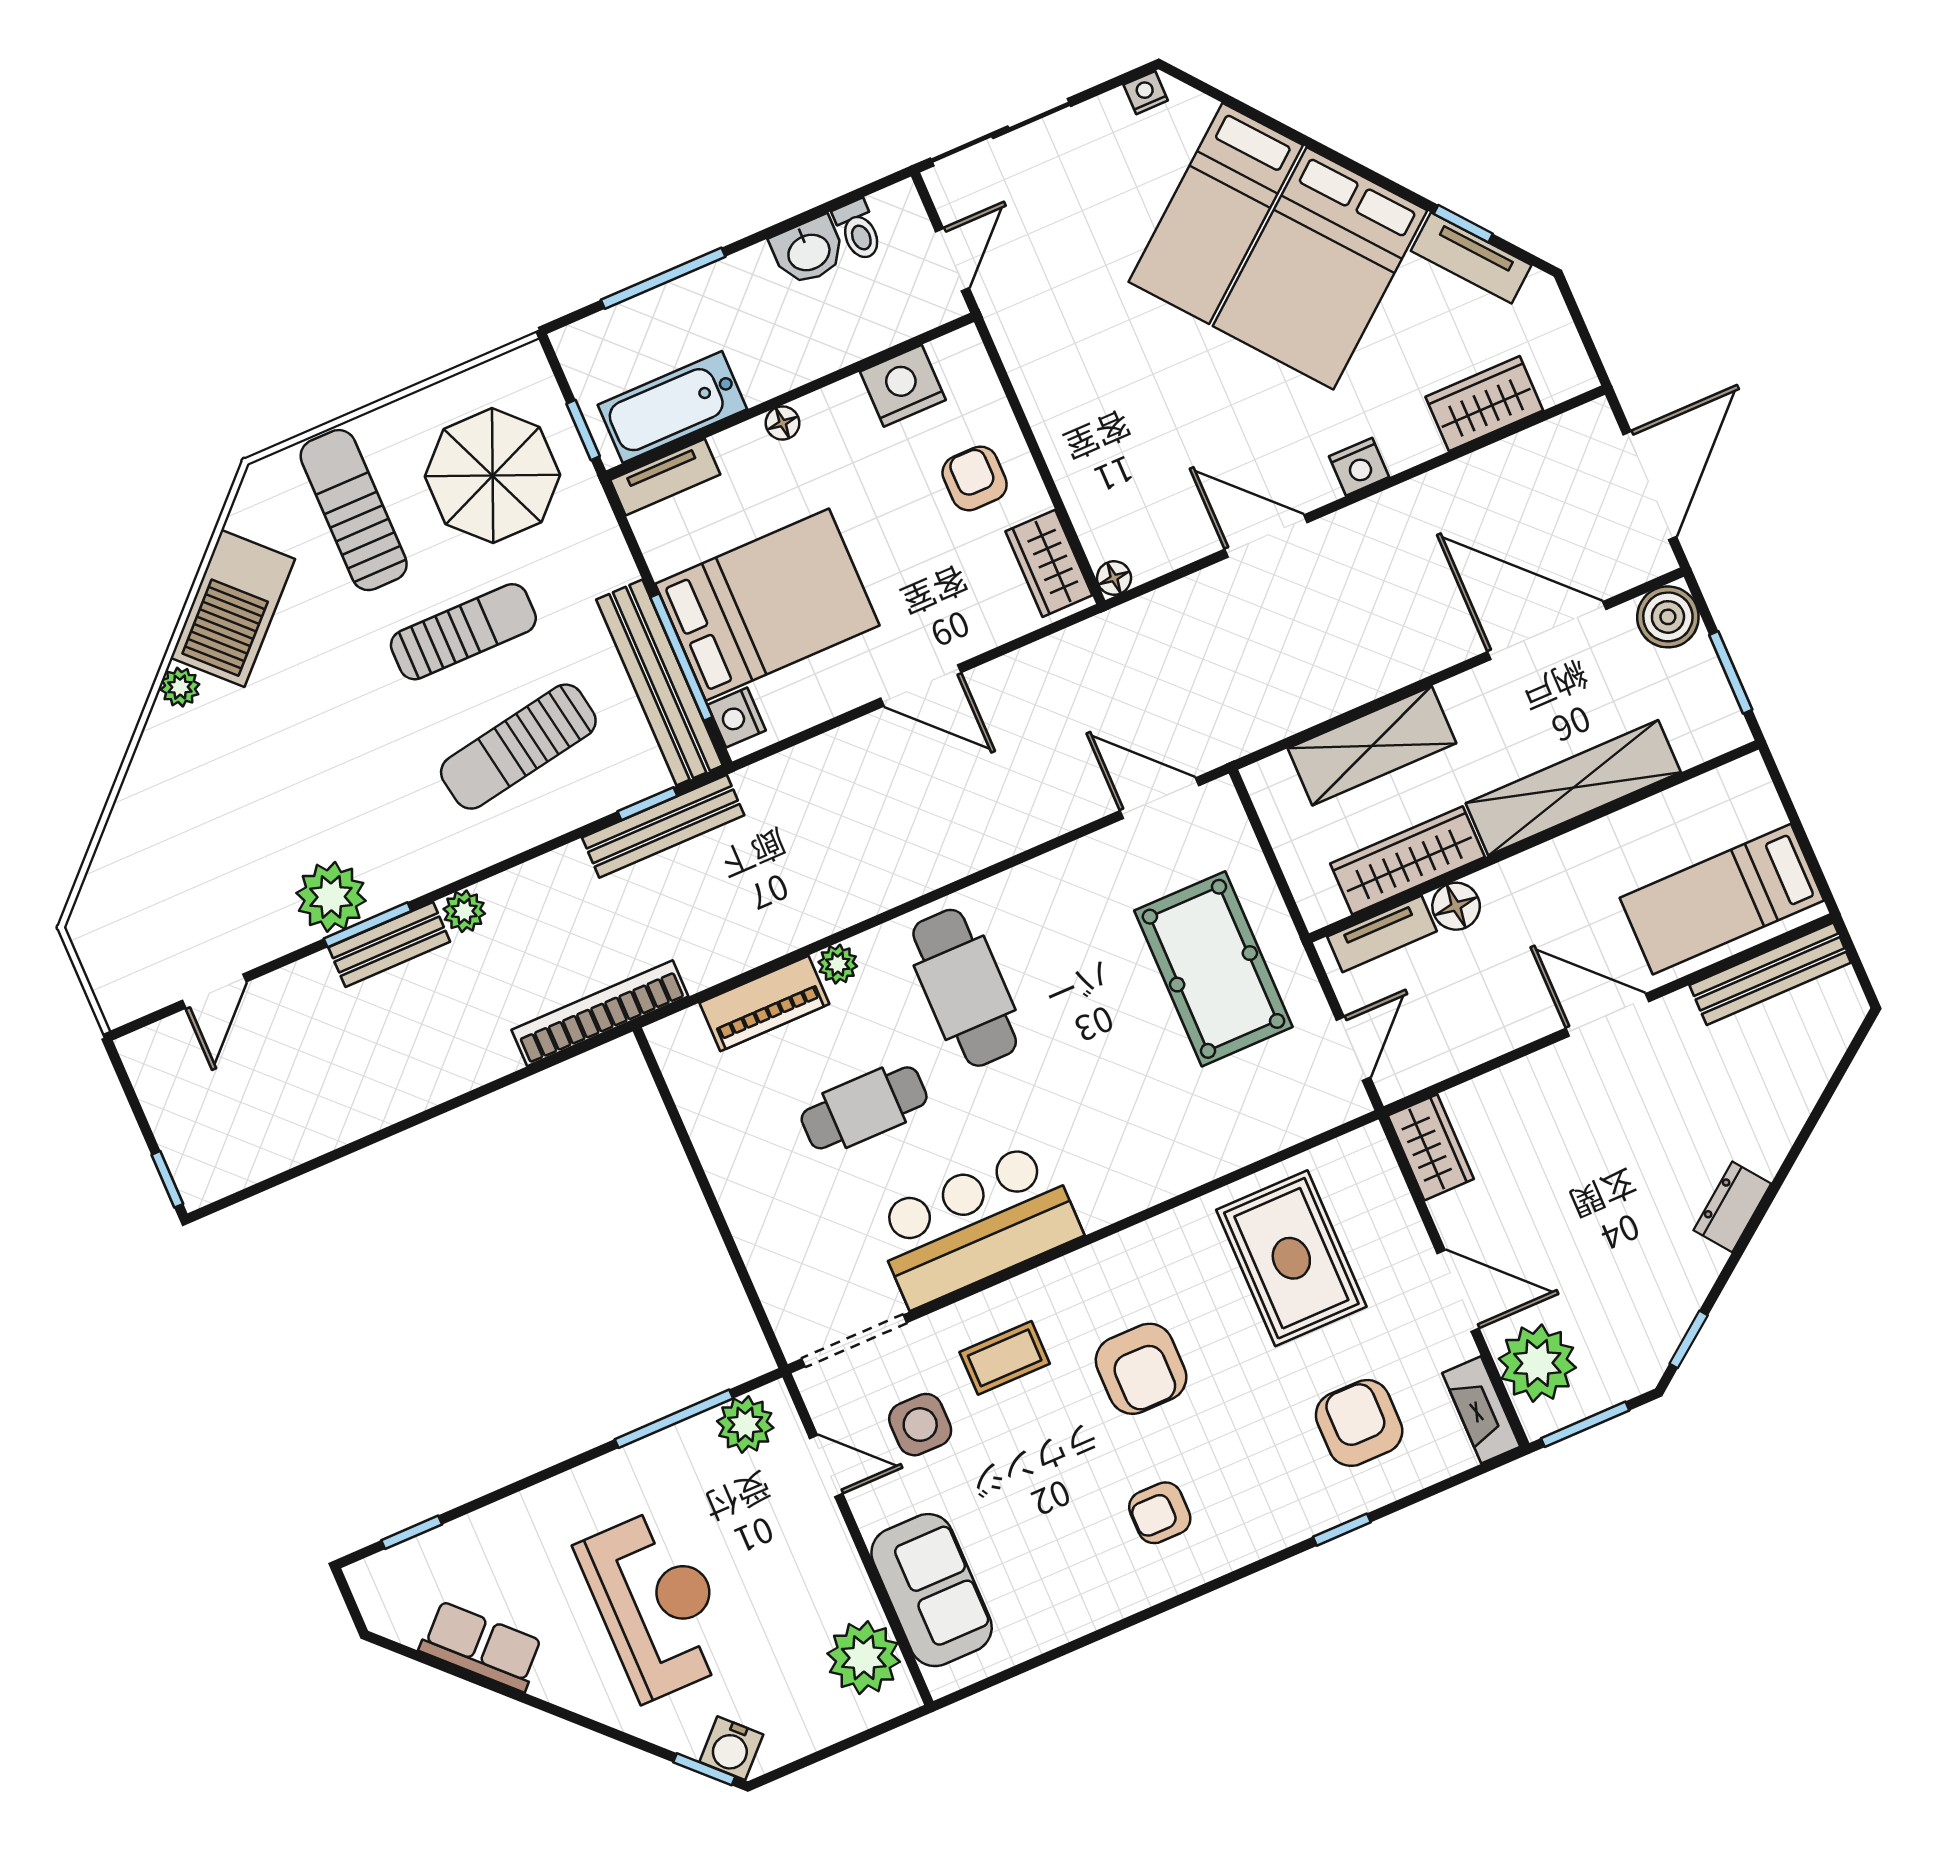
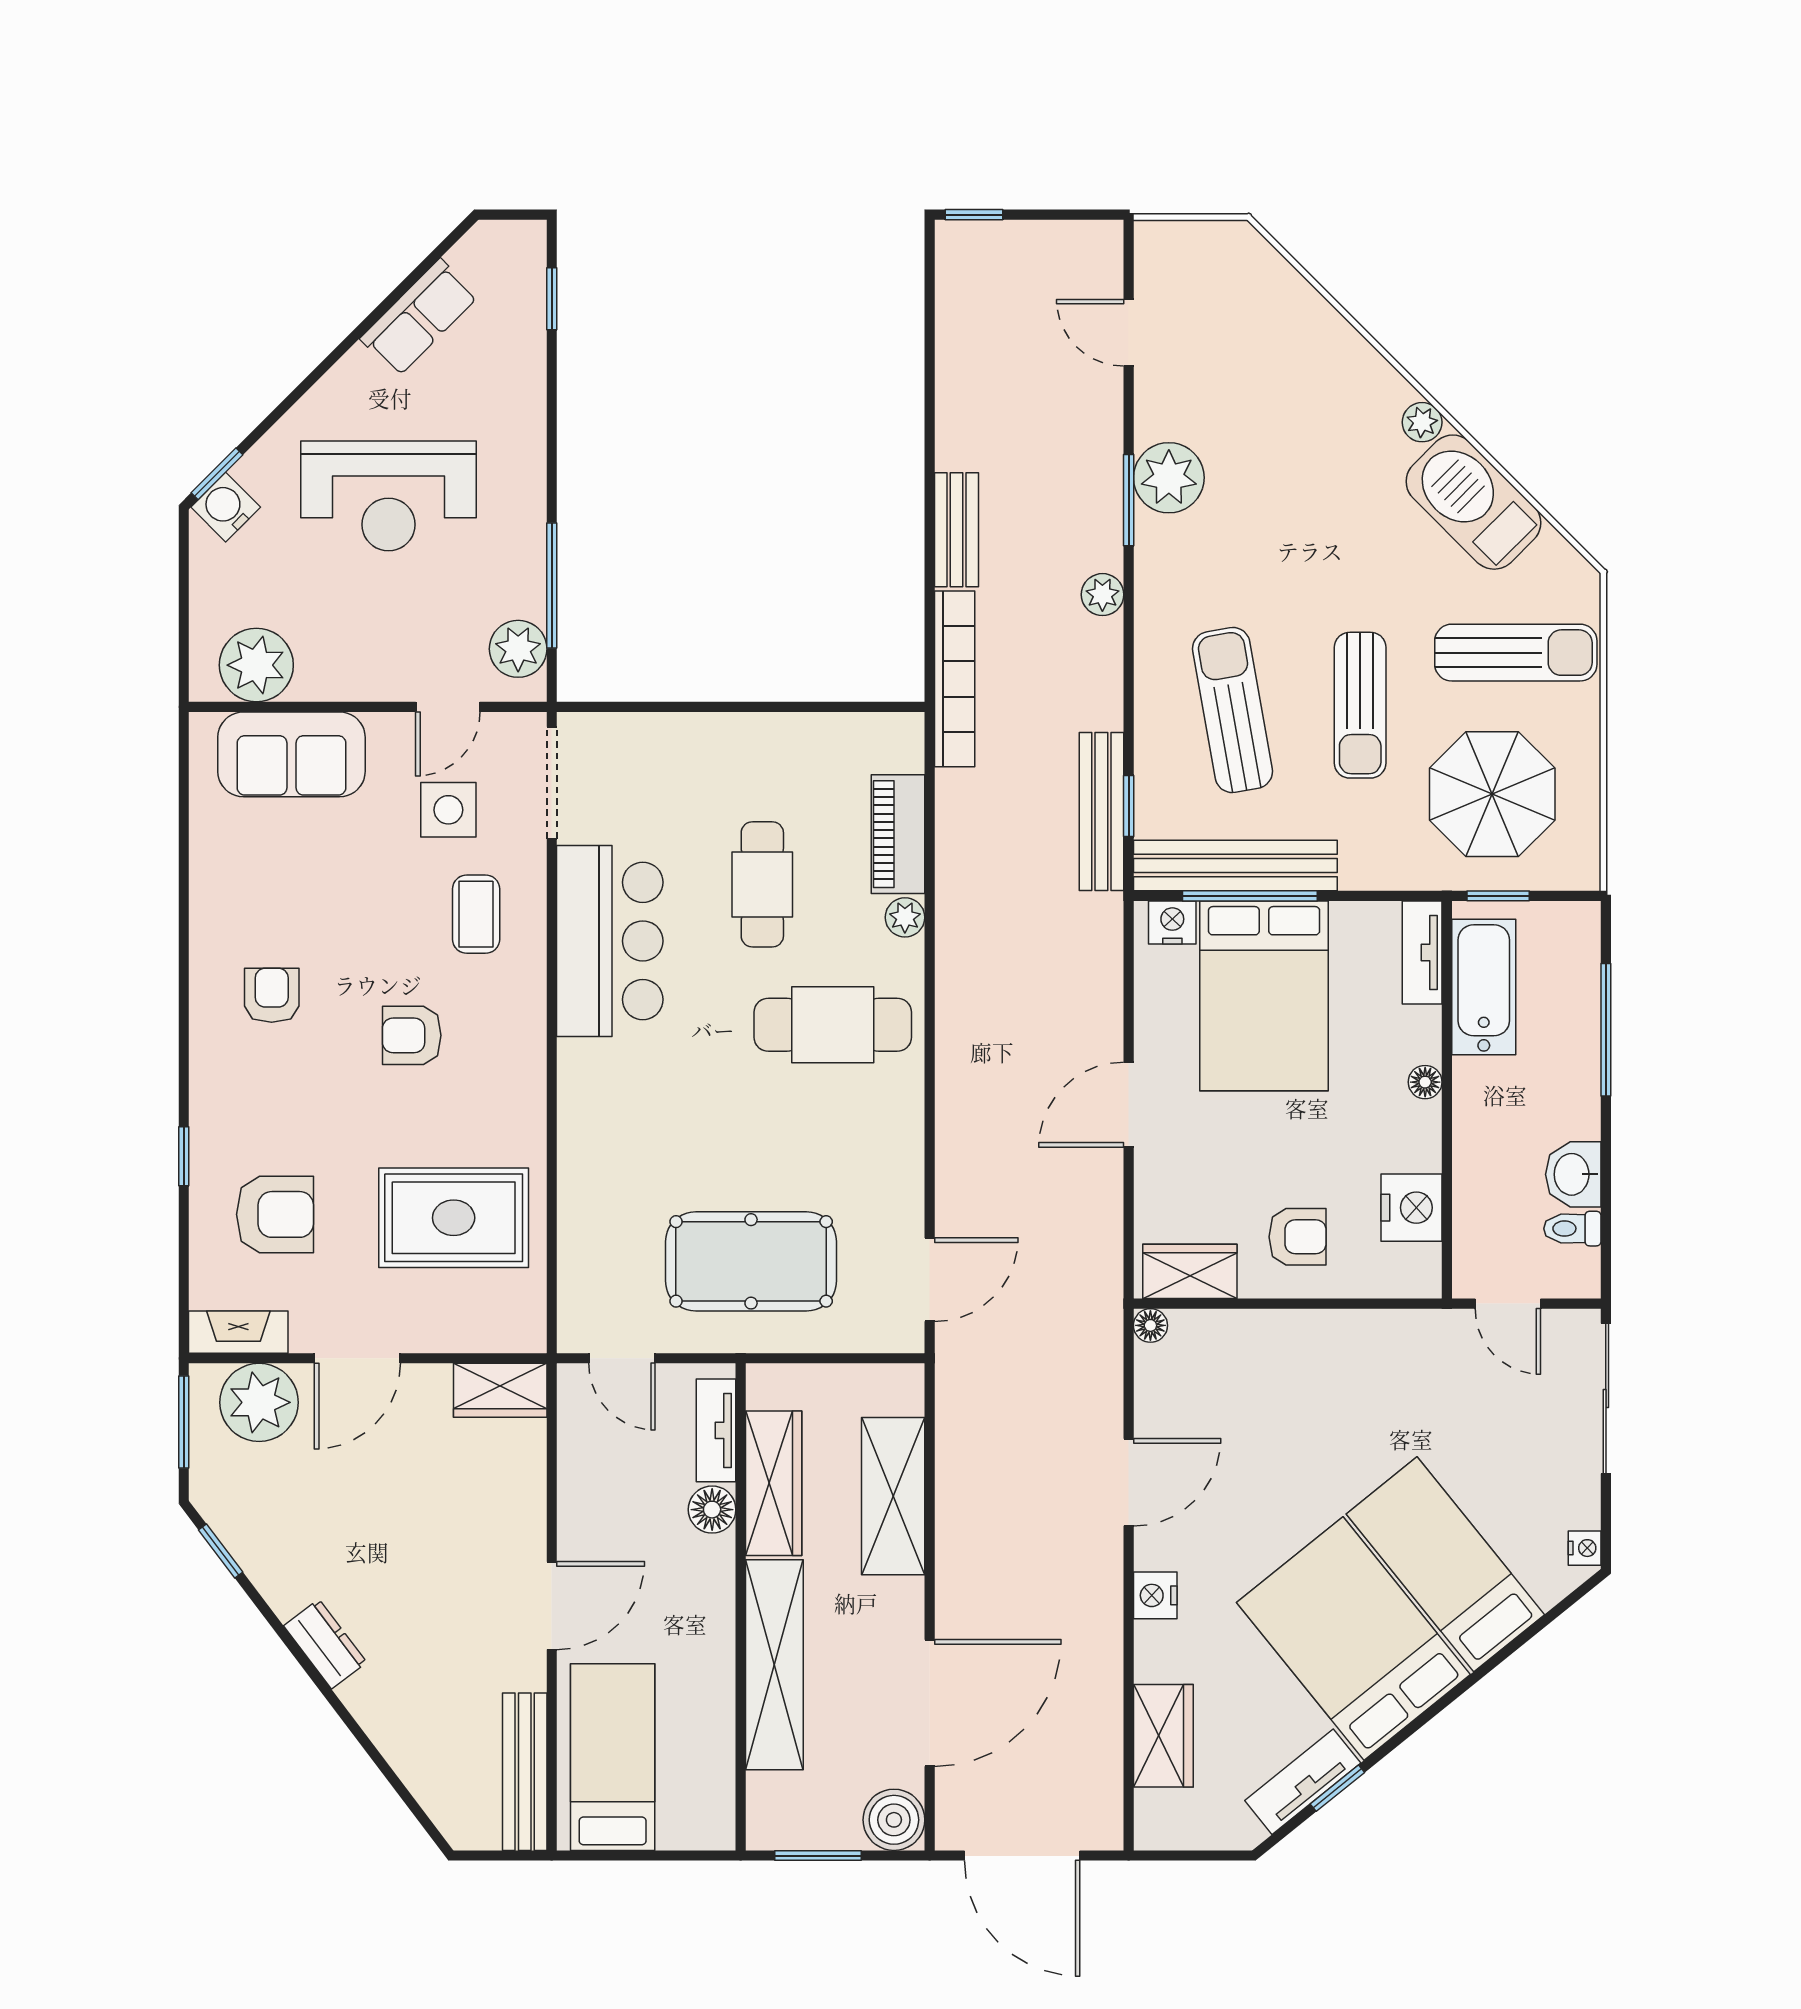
bench: (389, 944) -> (956, 530), moved
armchair: (1141, 1369) -> (412, 1035), width x0.72, depth x0.72

